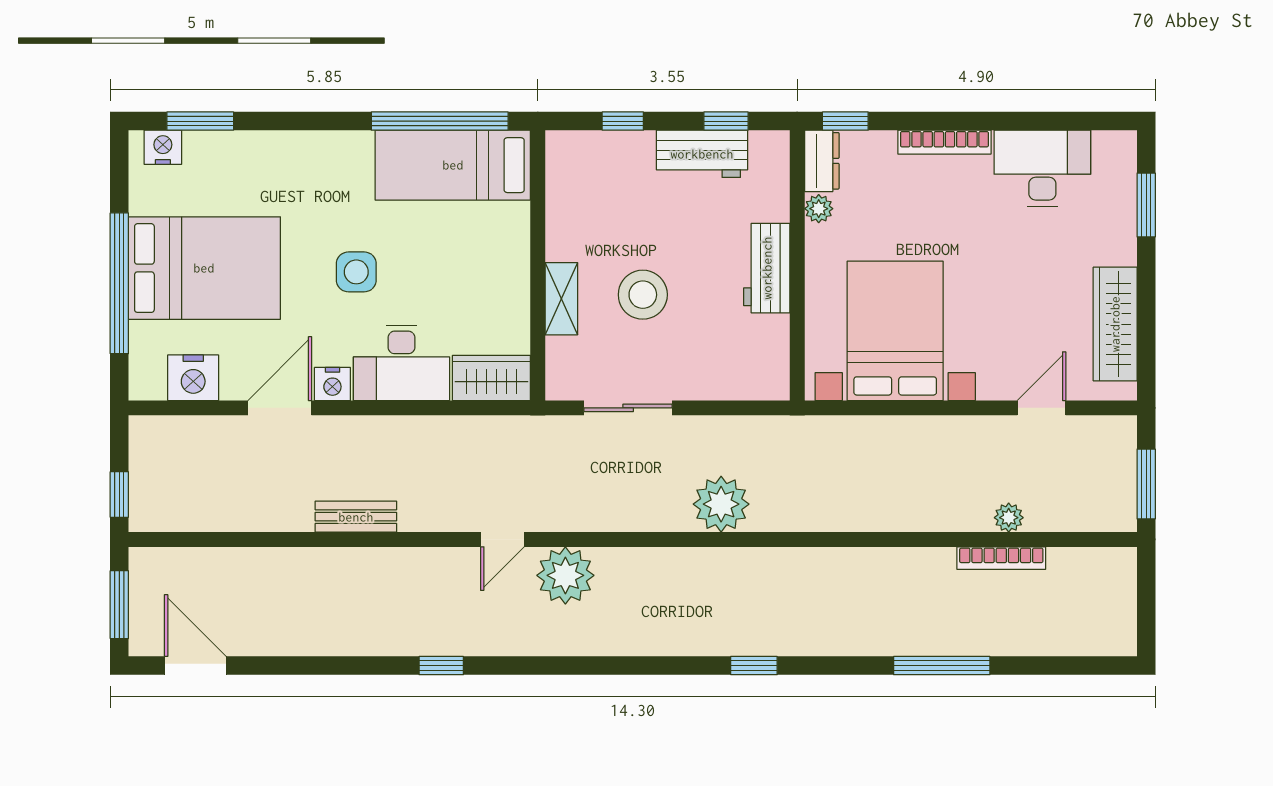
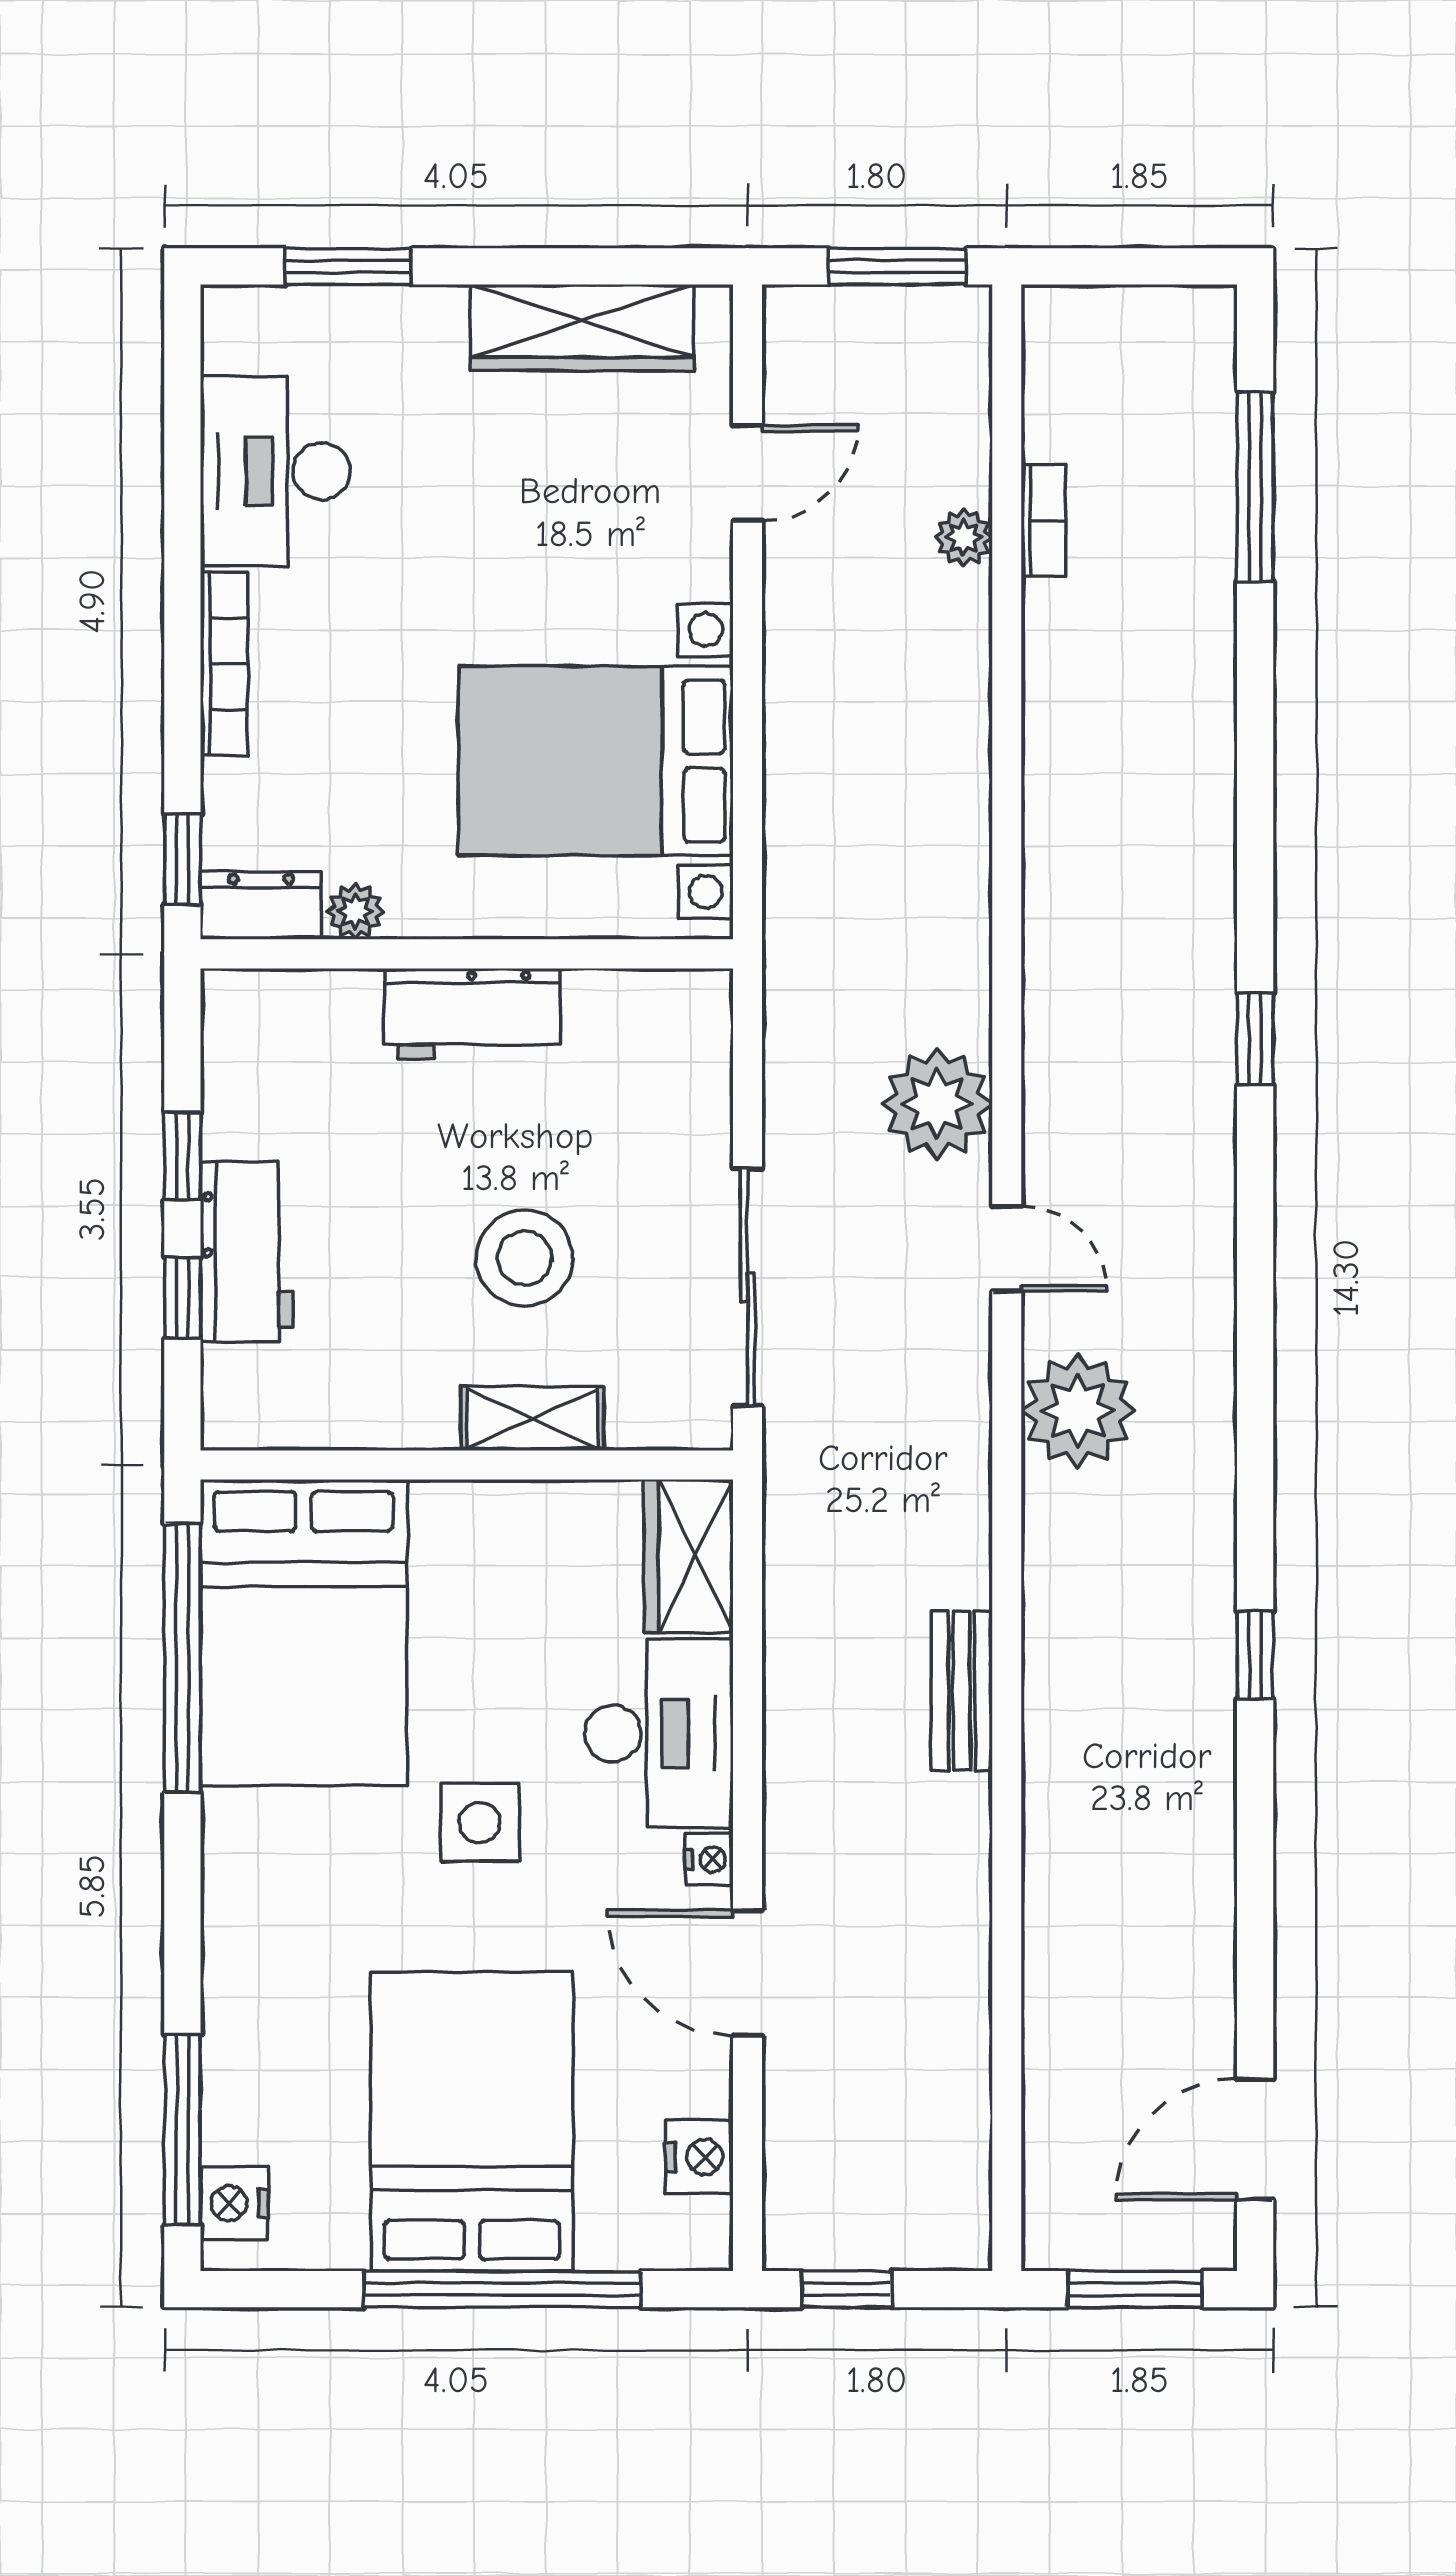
window: (200, 121) -> (182, 2130), width x1.44
window: (726, 121) -> (182, 1156), moved
workbench: (702, 154) -> (247, 1252), moved
bed: (453, 165) -> (304, 1632), width x1.50
nightstand: (193, 378) -> (699, 2157), width x0.74, depth x0.75
nightstand: (332, 384) -> (709, 1859), width x0.72, depth x0.74
sliding door: (628, 408) -> (748, 1287), width x1.37
door: (1041, 408) -> (748, 473), swing flipped
window: (119, 494) -> (846, 2289), moved
bench: (356, 517) -> (962, 1691), moved
door: (502, 539) -> (1007, 1249), moved
bookcase: (1001, 558) -> (1043, 520), width x0.64
window: (942, 666) -> (1255, 487), moved

